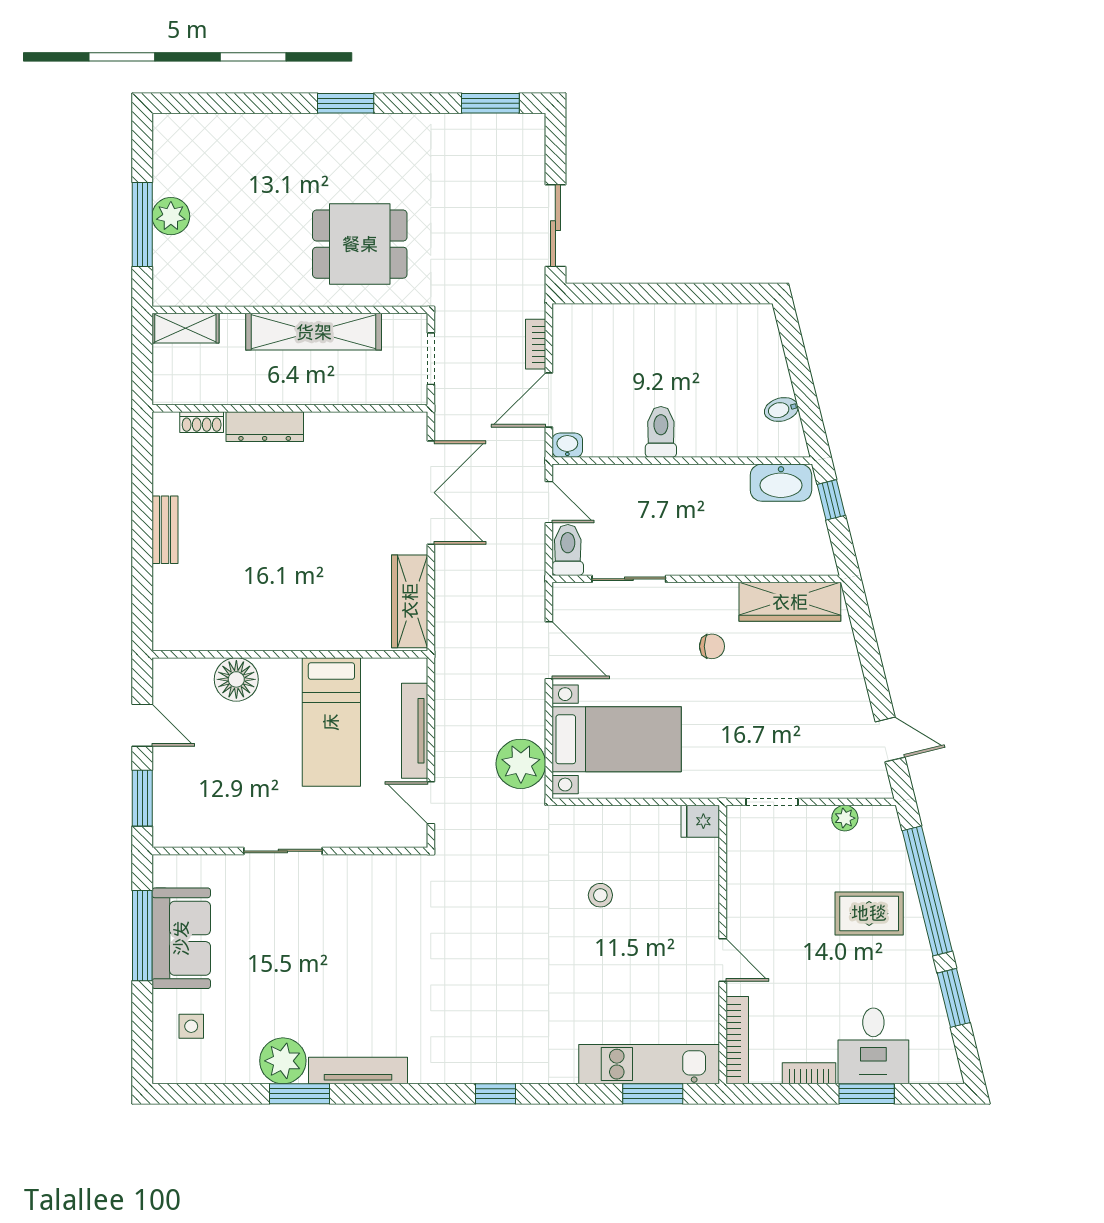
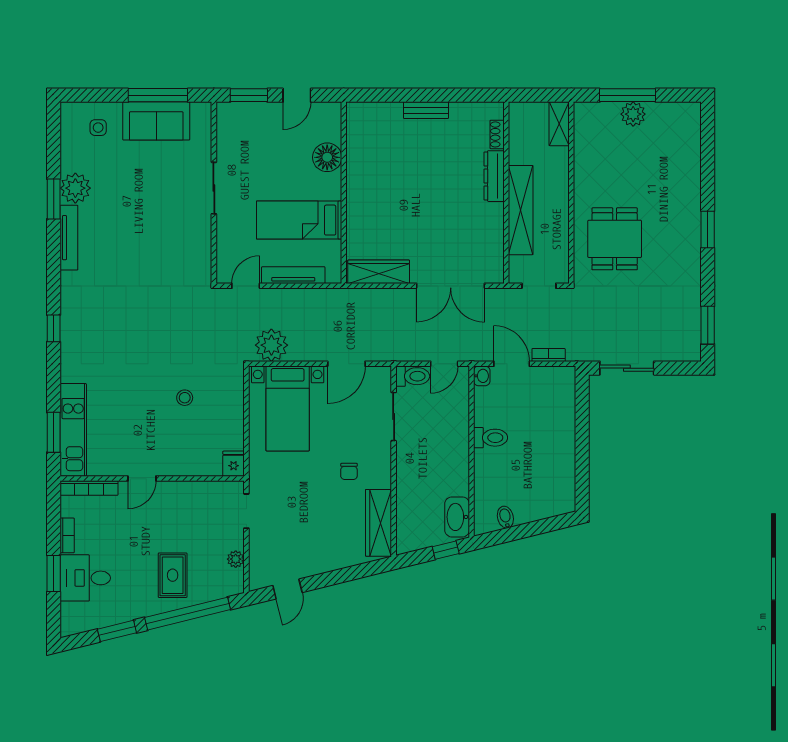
shelving: (314, 332) -> (521, 210), moved

